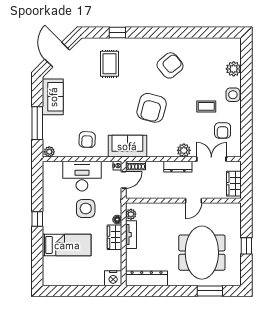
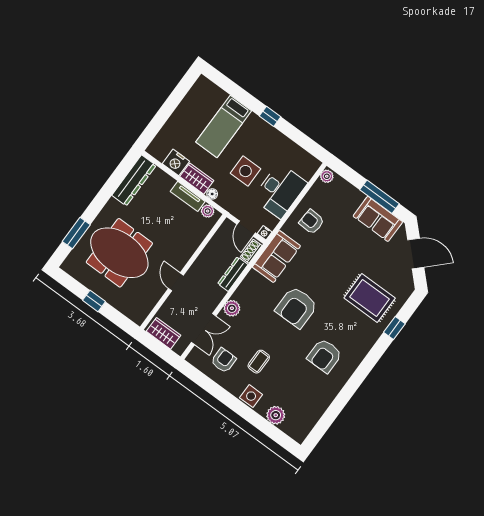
rug: (110, 64) -> (370, 298), width x1.36, depth x1.43
armchair: (170, 65) -> (325, 356), turned 40
armchair: (152, 108) -> (296, 307), turned -105
window: (37, 123) -> (379, 197), moved
armchair: (223, 130) -> (224, 360), turned 90
dresser: (178, 167) -> (233, 274), moved
nightstand: (113, 278) -> (176, 162), moved, turned -90

